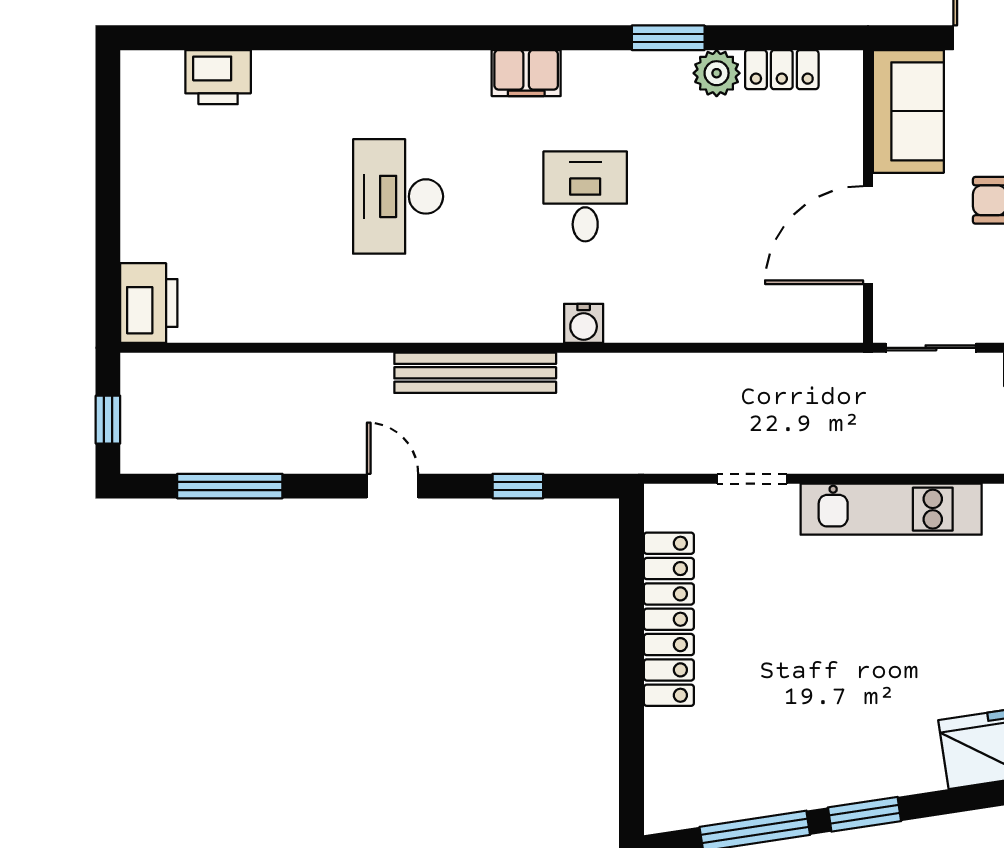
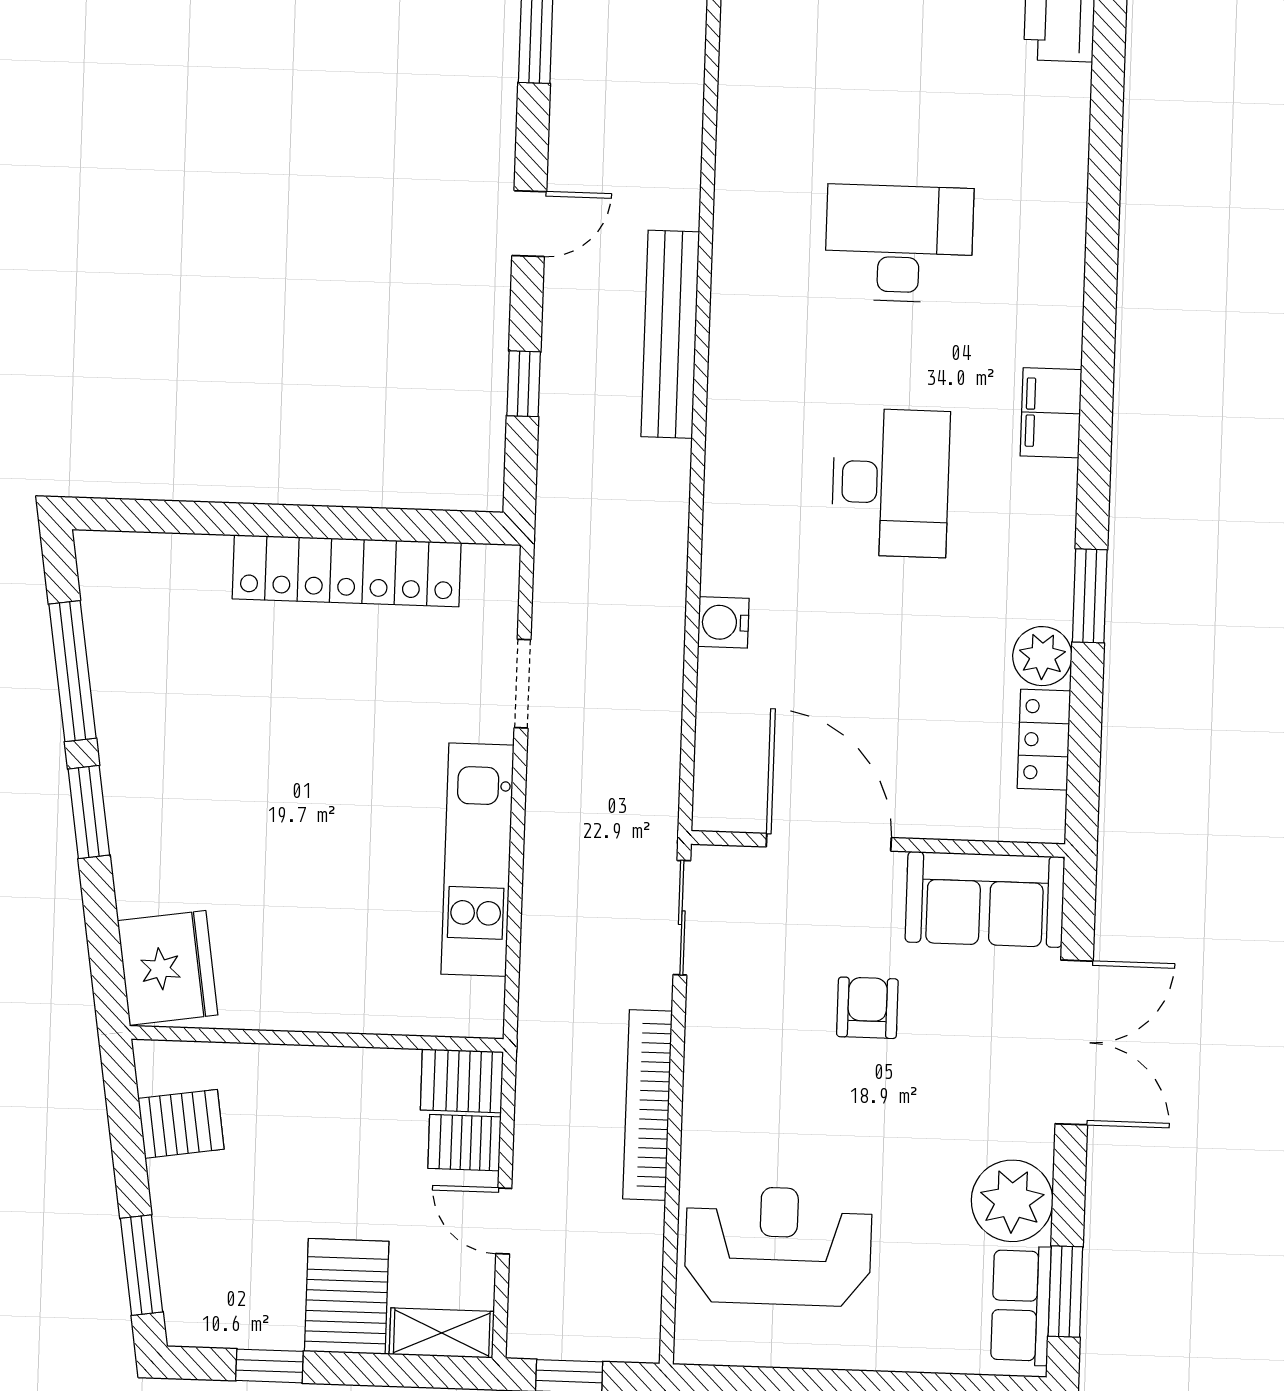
desk: (585, 196) -> (891, 483), width x1.37
water cooler: (584, 323) -> (723, 622), moved

